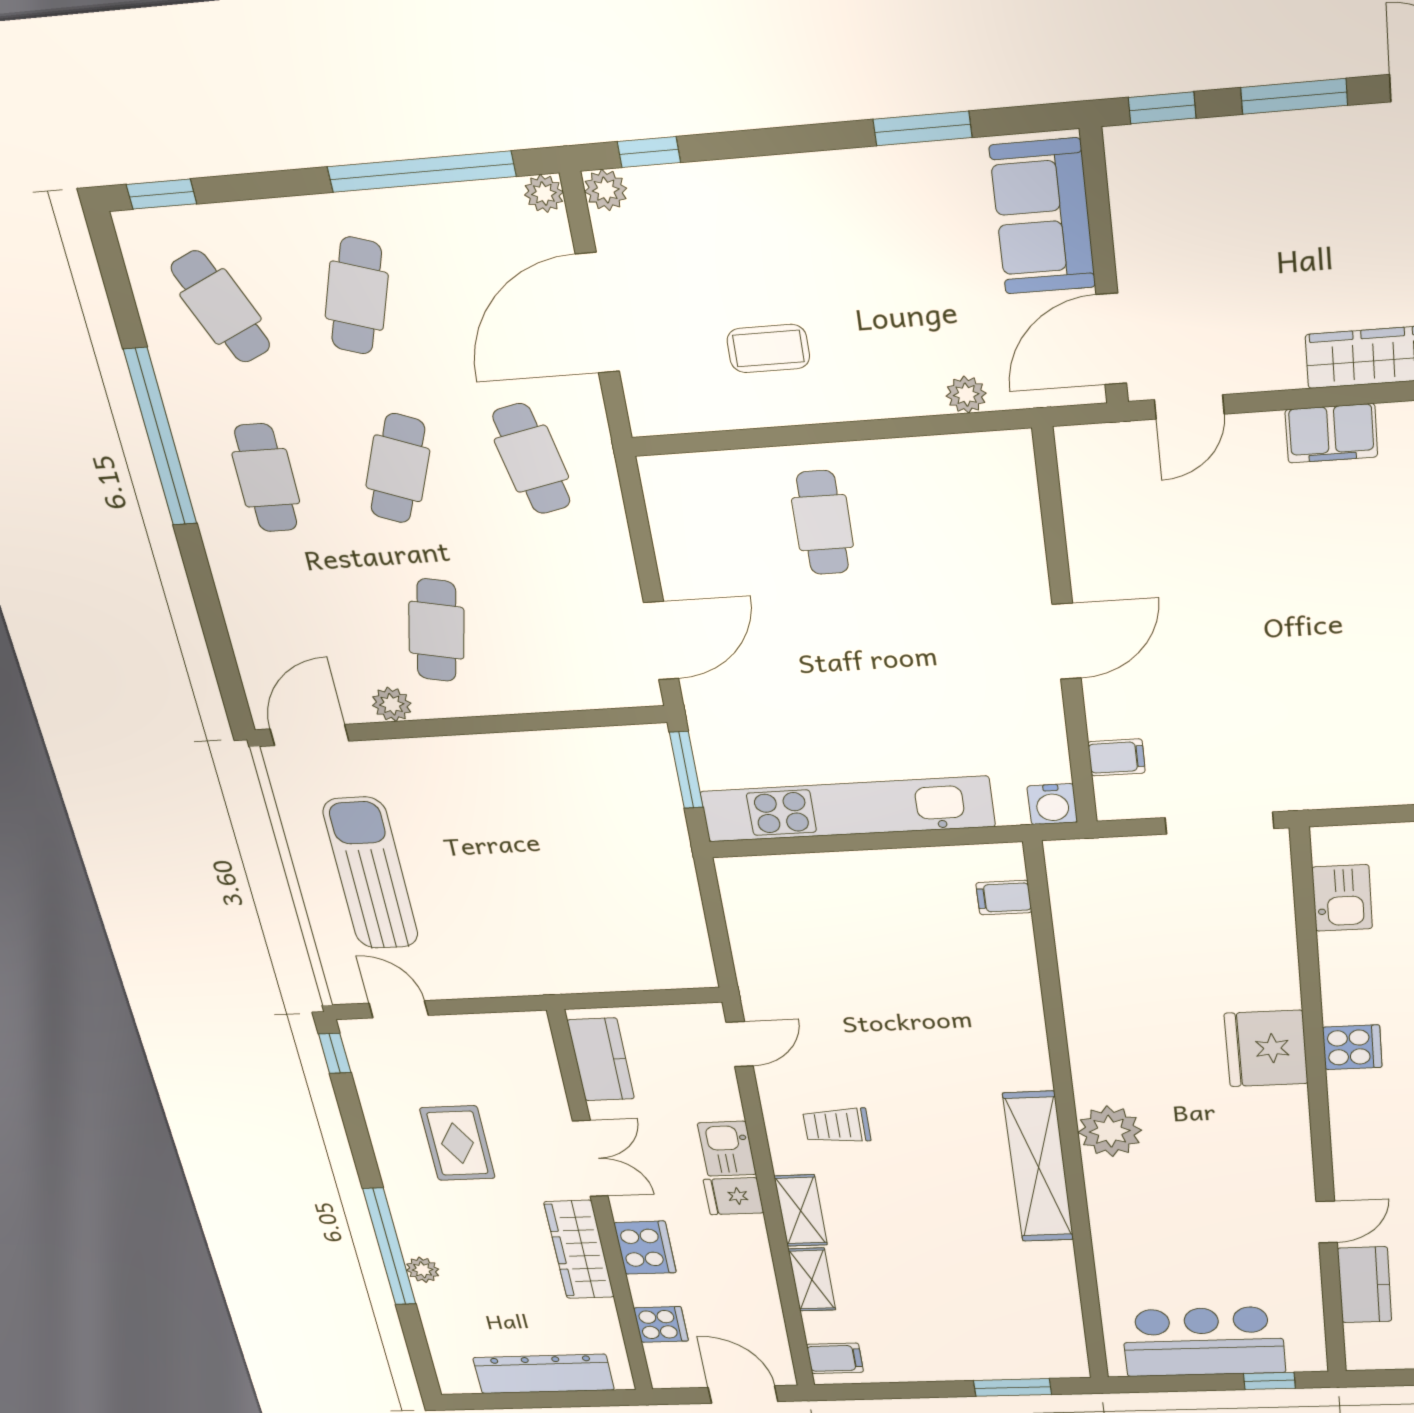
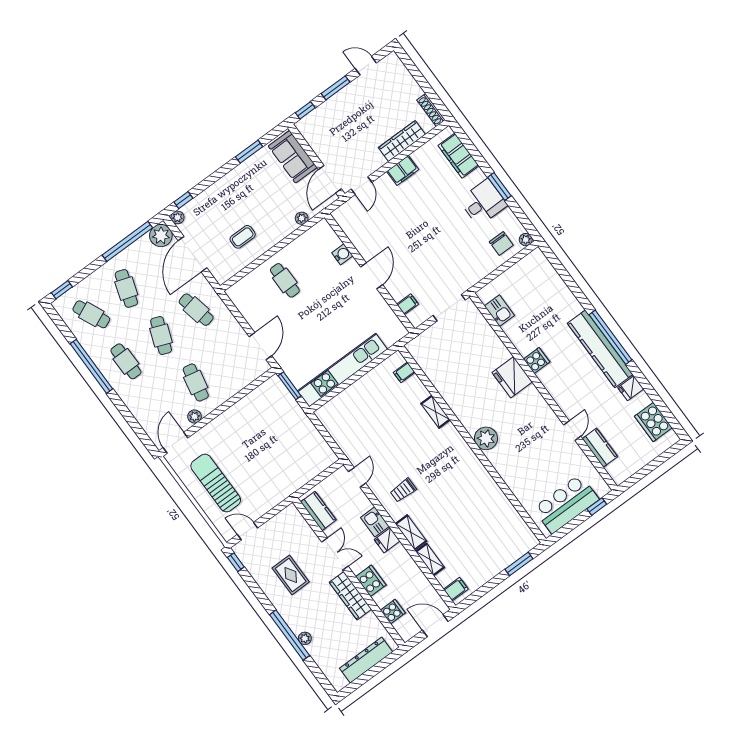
plant: (544, 194) -> (161, 236), width x1.87, depth x1.87
water cooler: (1052, 804) -> (342, 254), moved, turned -90
shelving: (1038, 1167) -> (436, 412), moved, width x0.45, depth x0.75

